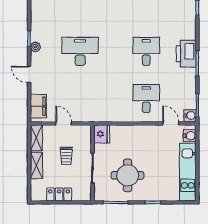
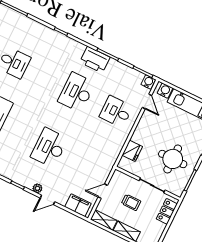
plant: (36, 47) -> (37, 188), moved
desk: (146, 51) -> (77, 92), width x1.37
door: (171, 123) -> (147, 101), swing flipped
fridge: (102, 134) -> (132, 151), moved, turned 90
locker: (59, 194) -> (167, 211), moved

